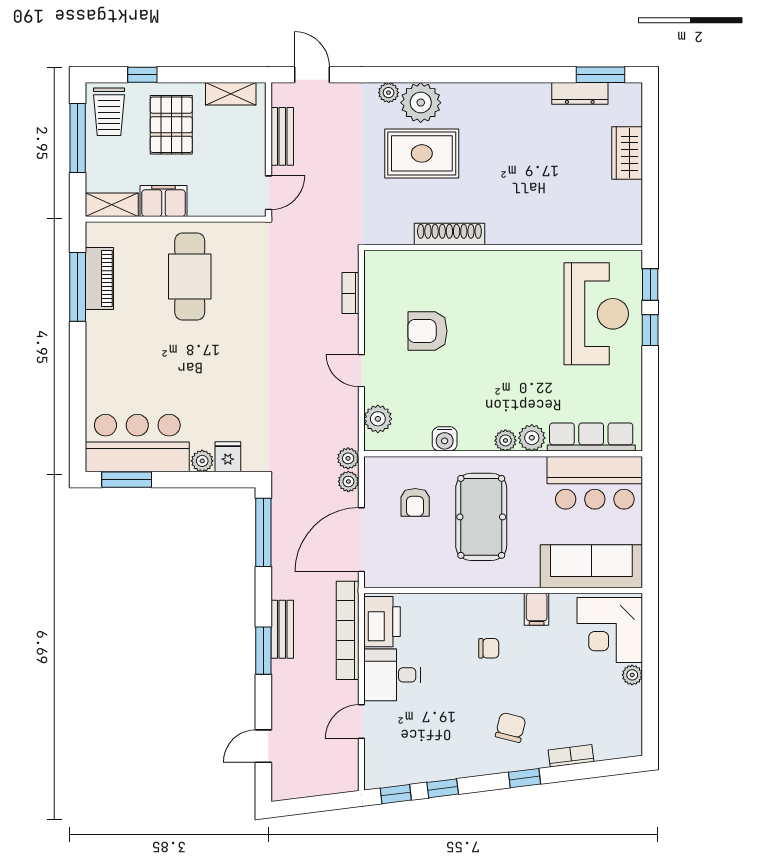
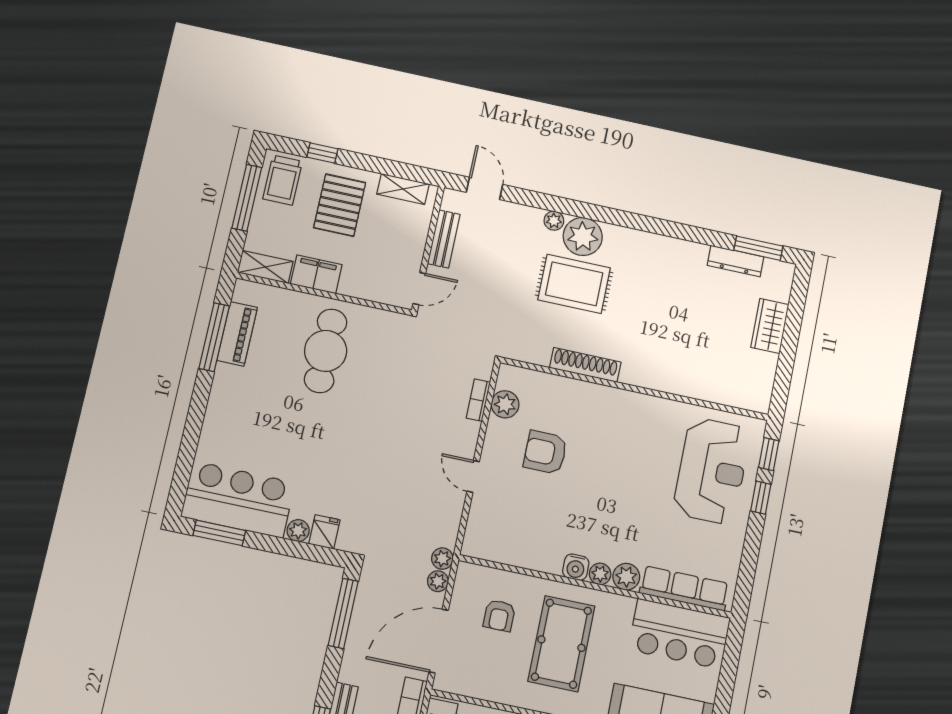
plant: (378, 419) -> (505, 404), moved
water cooler: (445, 439) -> (576, 567), moved

